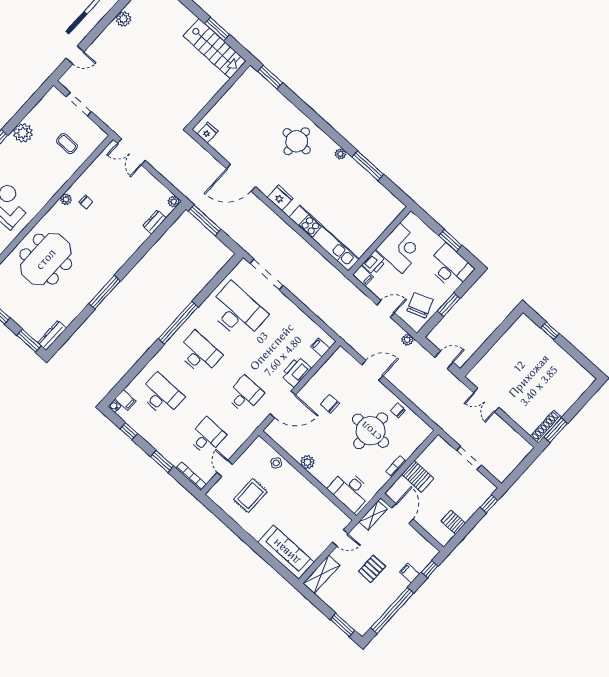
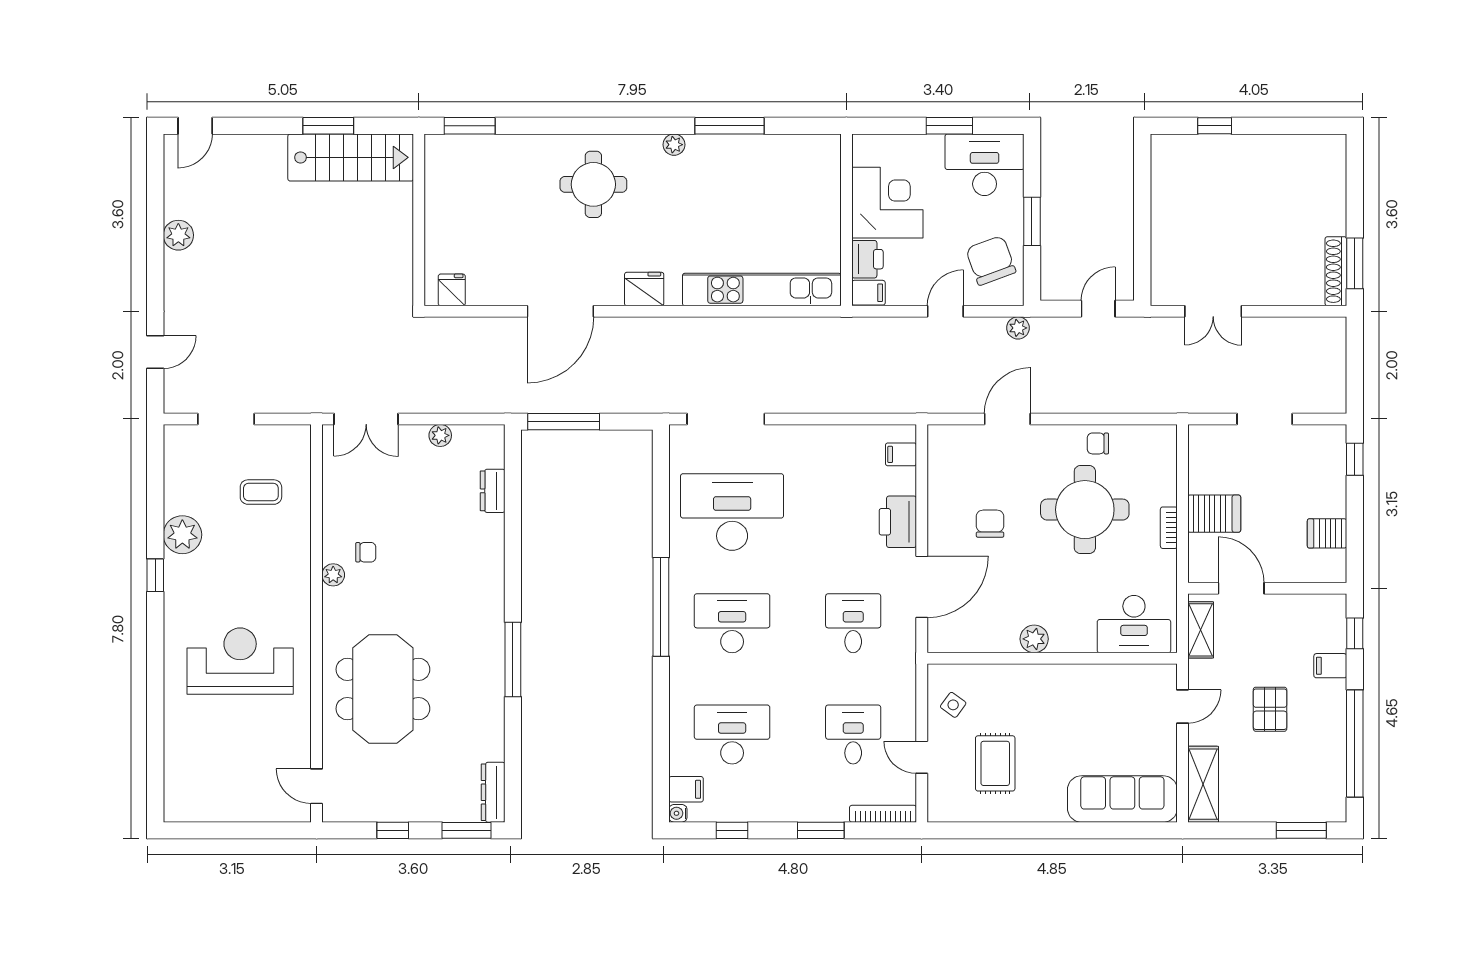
plant: (174, 202) -> (440, 435), moved
chair: (330, 404) -> (990, 524), turned 90
side table: (276, 463) -> (953, 705), moved

